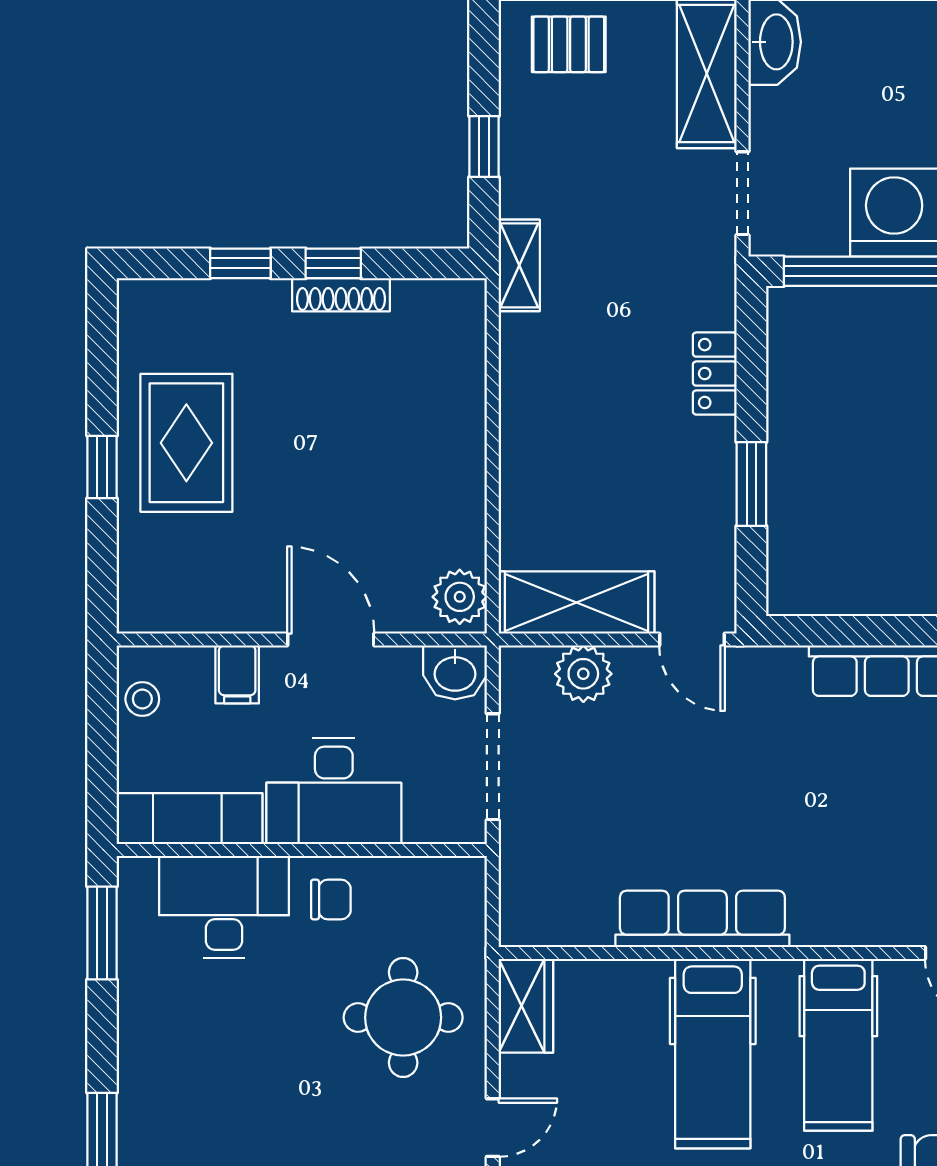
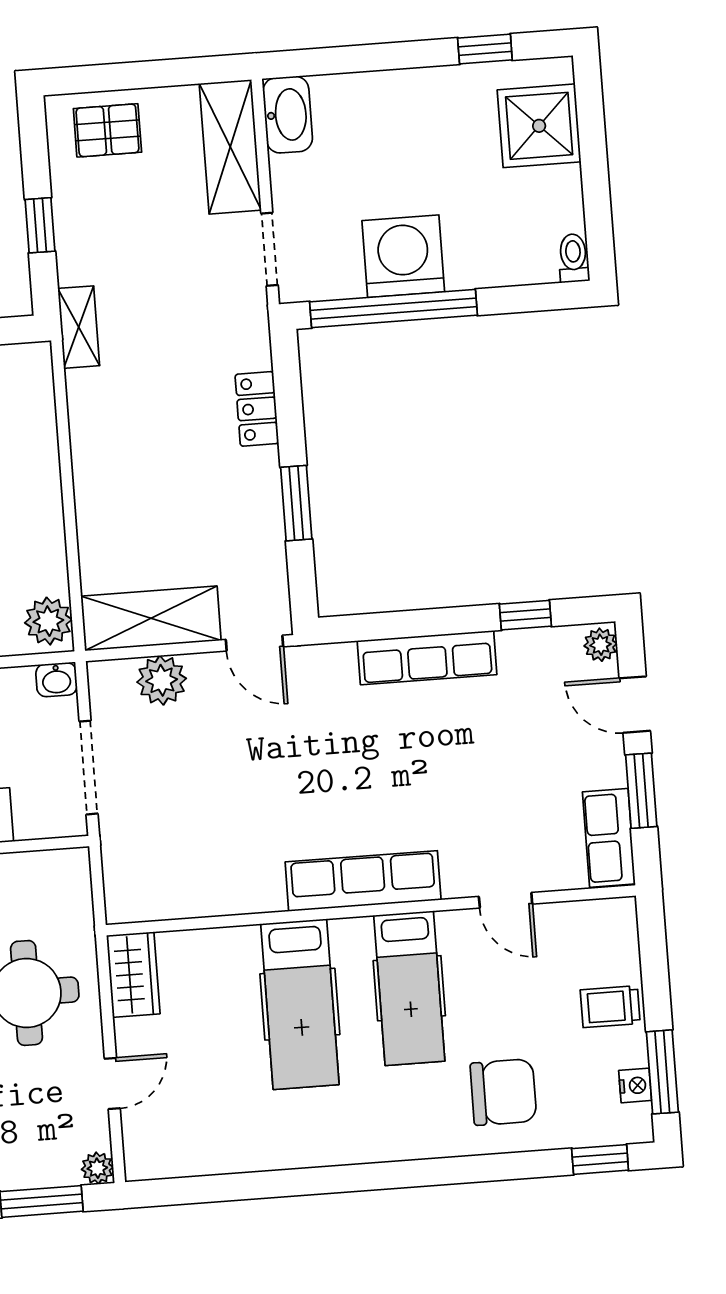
washbasin: (455, 672) -> (56, 680), width x0.72, depth x0.69
row of seats: (702, 919) -> (363, 881), moved

